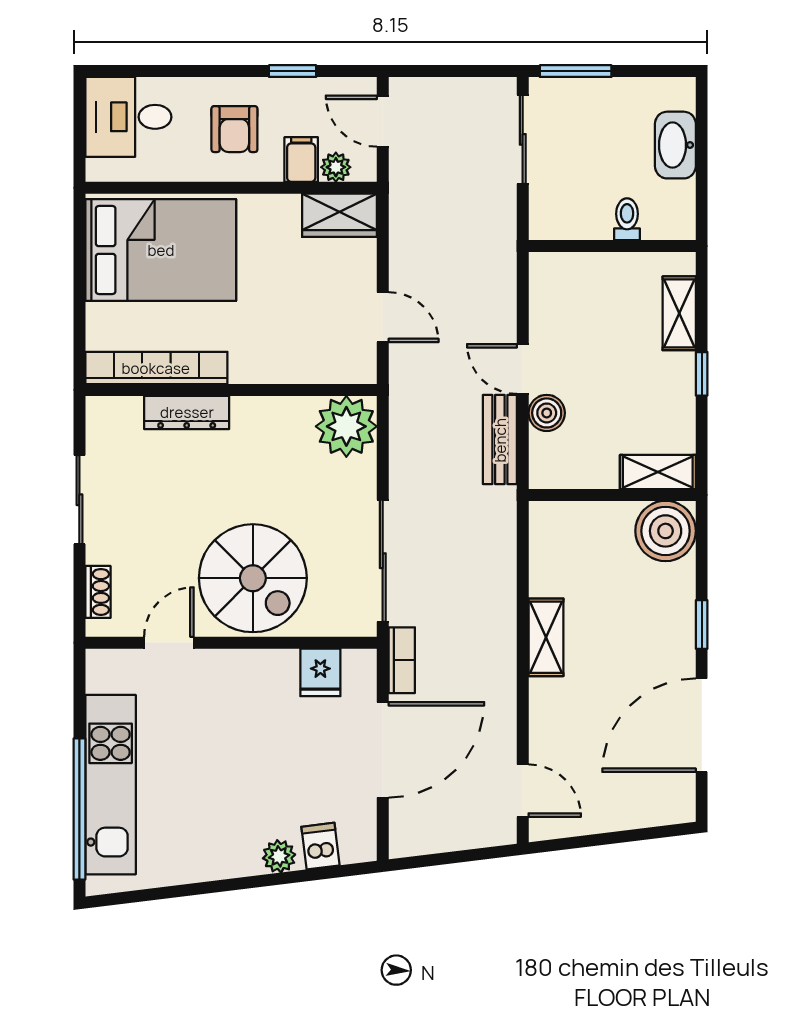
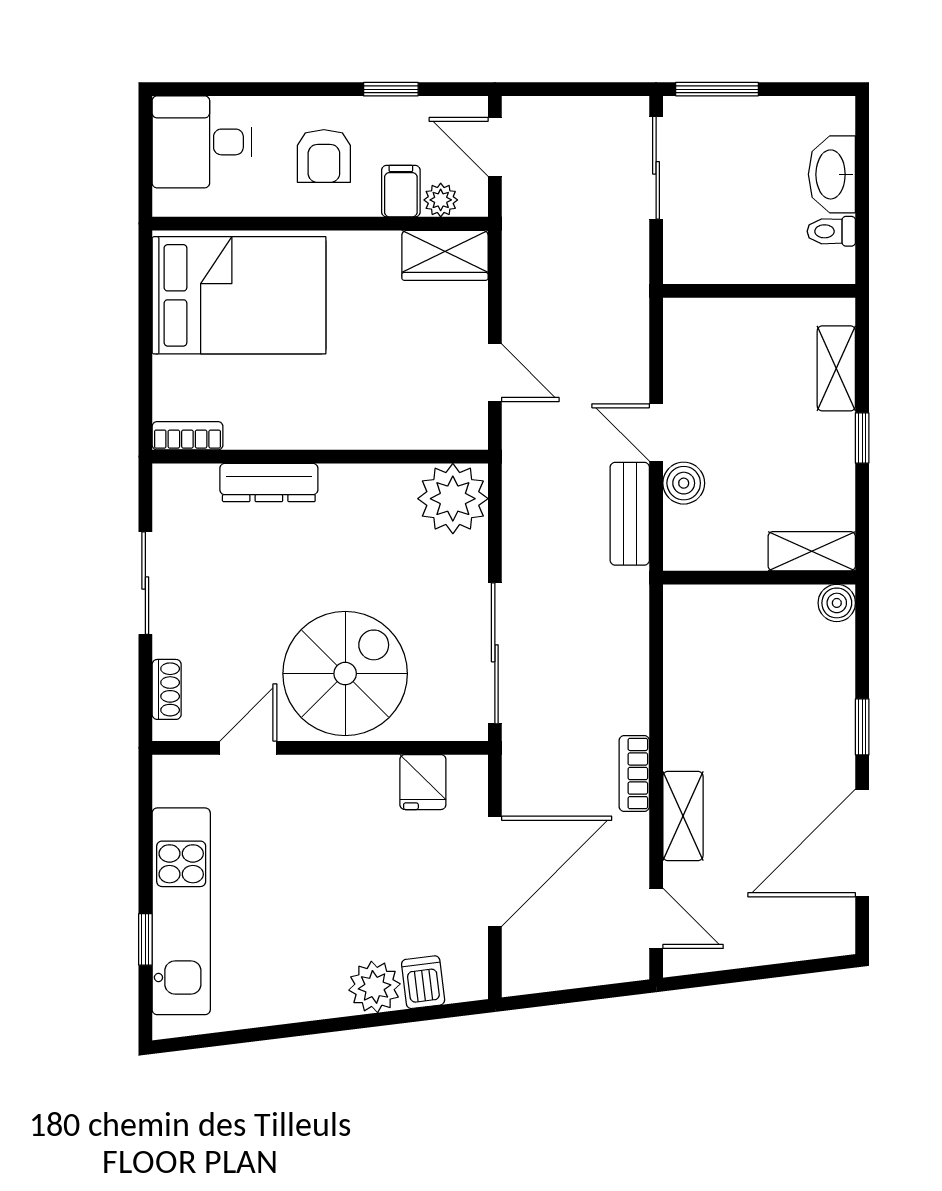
toilet: (627, 219) -> (831, 231), moved, turned -90
bookcase: (156, 368) -> (187, 436), width x0.43, depth x0.76
boiler: (666, 531) -> (837, 603), width x0.54, depth x0.54
spiral stairs: (253, 578) -> (345, 674), turned -90
shelving: (546, 637) -> (683, 816), moved
bookcase: (402, 660) -> (634, 774), moved, turned 180
window: (79, 809) -> (145, 939), width x0.32
plant: (279, 856) -> (374, 987), width x1.38, depth x1.38

